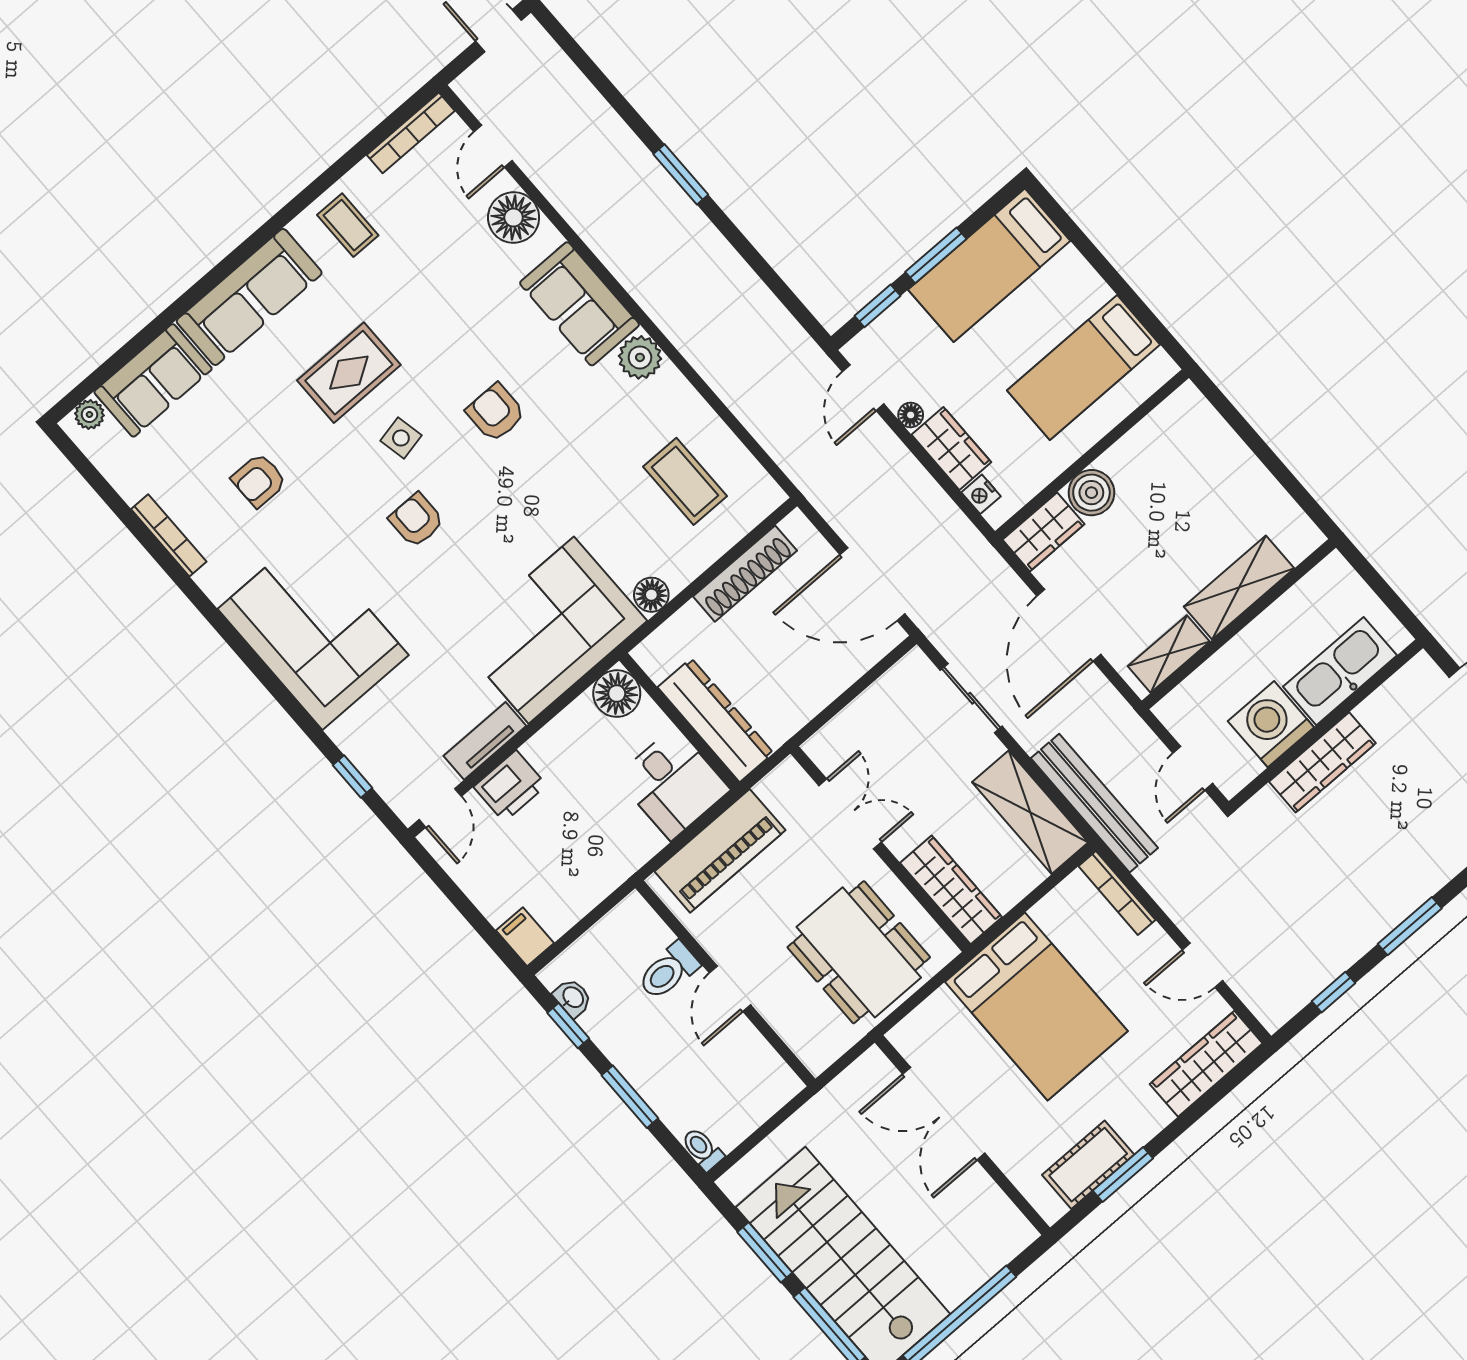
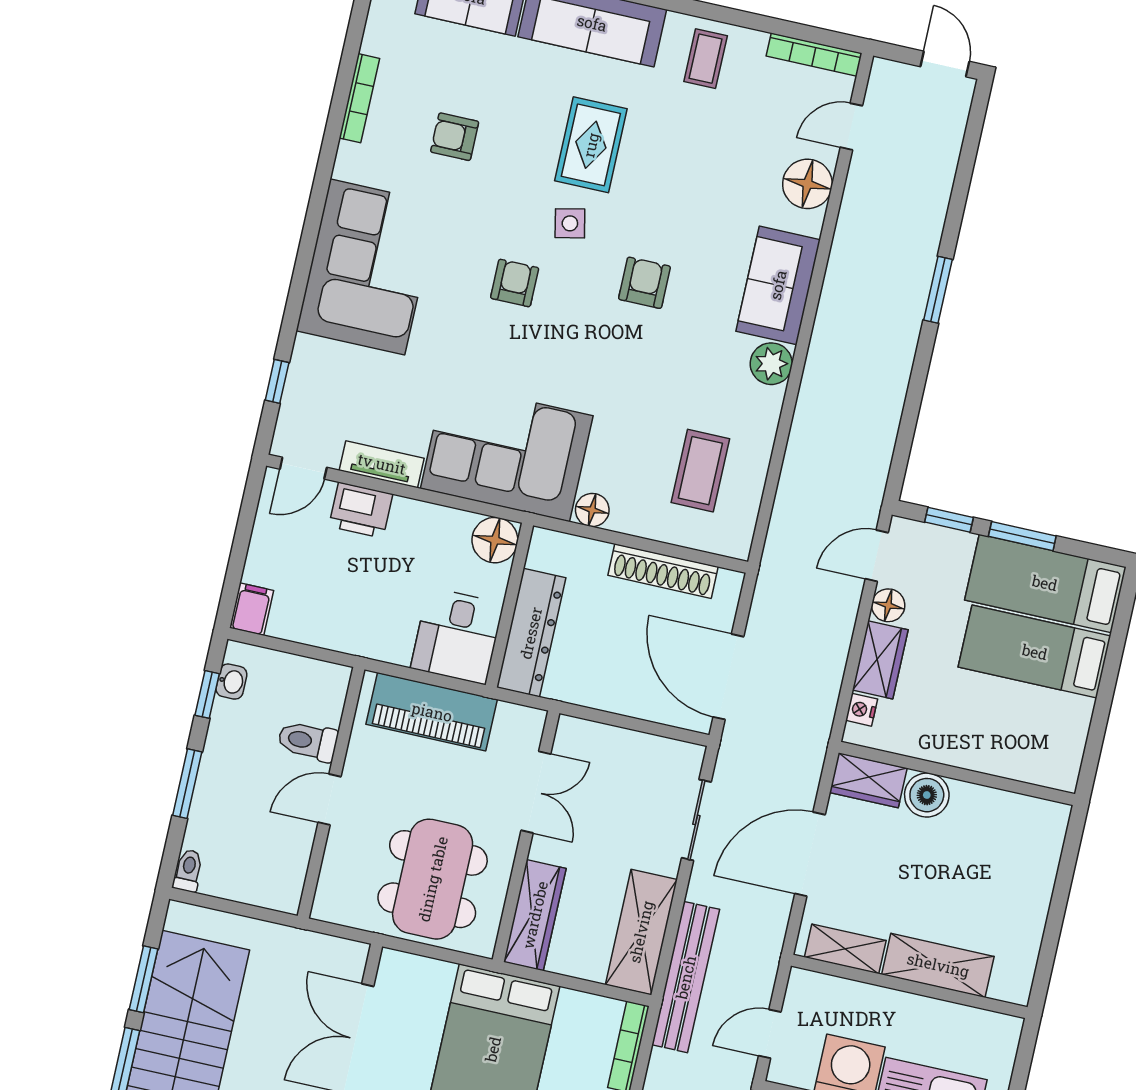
bed: (1083, 367) -> (1035, 652), moved
rug: (349, 373) -> (591, 145), turned 90
floor lamp: (911, 415) -> (888, 605), width x1.37, depth x1.37

